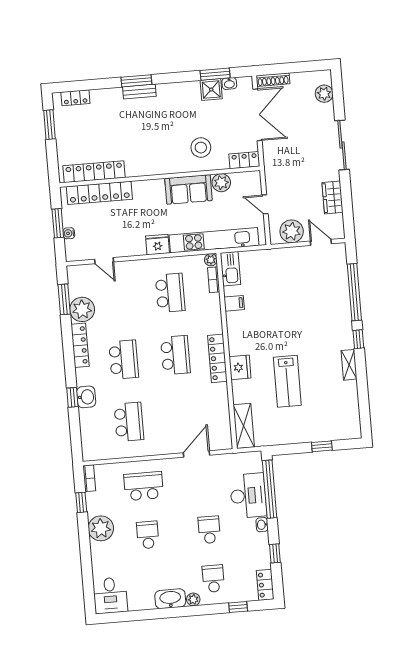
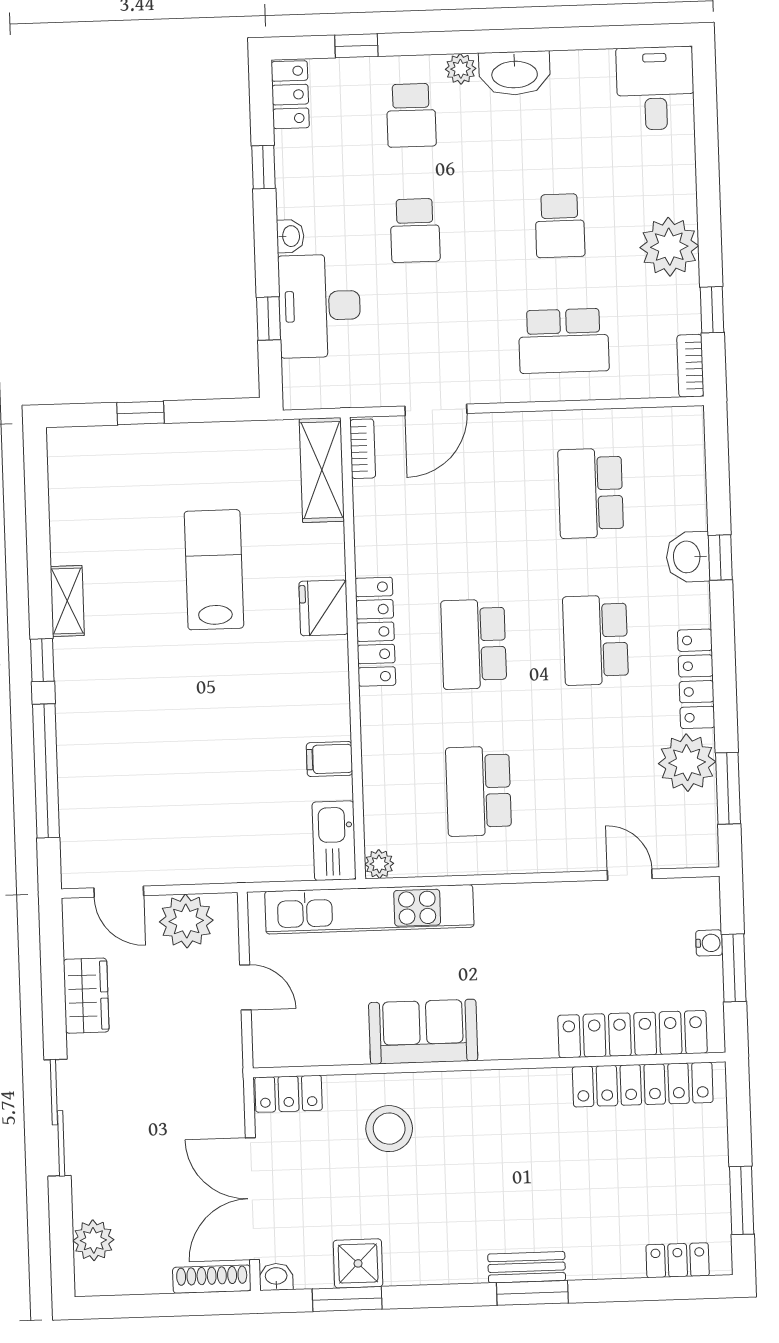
washbasin: (229, 83) -> (276, 1277), moved
plant: (221, 183) -> (345, 1044), removed
fridge: (158, 245) -> (502, 906), removed
bookcase: (214, 280) -> (363, 449), moved
window: (270, 489) -> (269, 318), width x0.32

